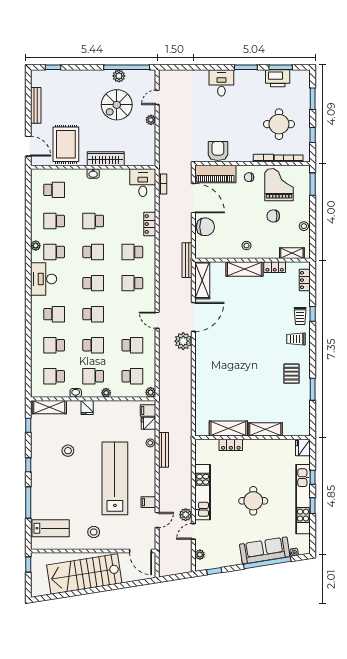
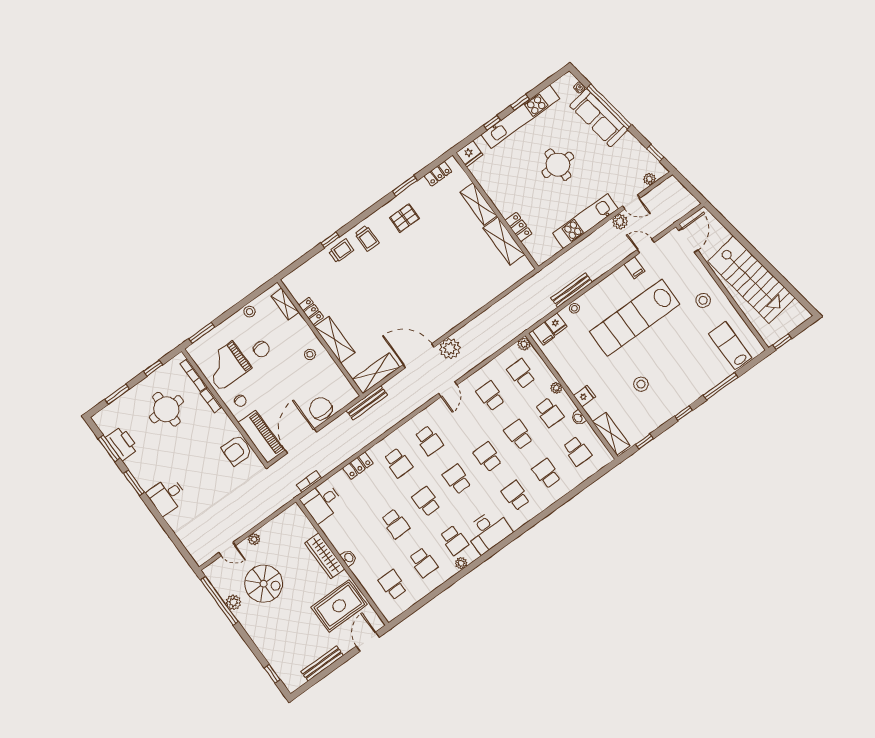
locker: (305, 280) -> (438, 174), moved
school desk: (54, 345) -> (546, 473), turned 180

